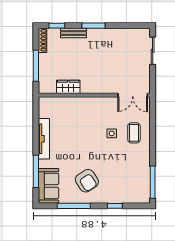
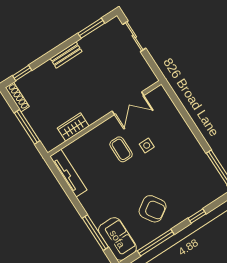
window: (93, 26) -> (91, 28), moved
bench: (74, 33) -> (66, 55), moved
double door: (133, 95) -> (128, 103), moved
coffee table: (134, 133) -> (121, 149), moved
tv unit: (44, 139) -> (68, 173), moved

